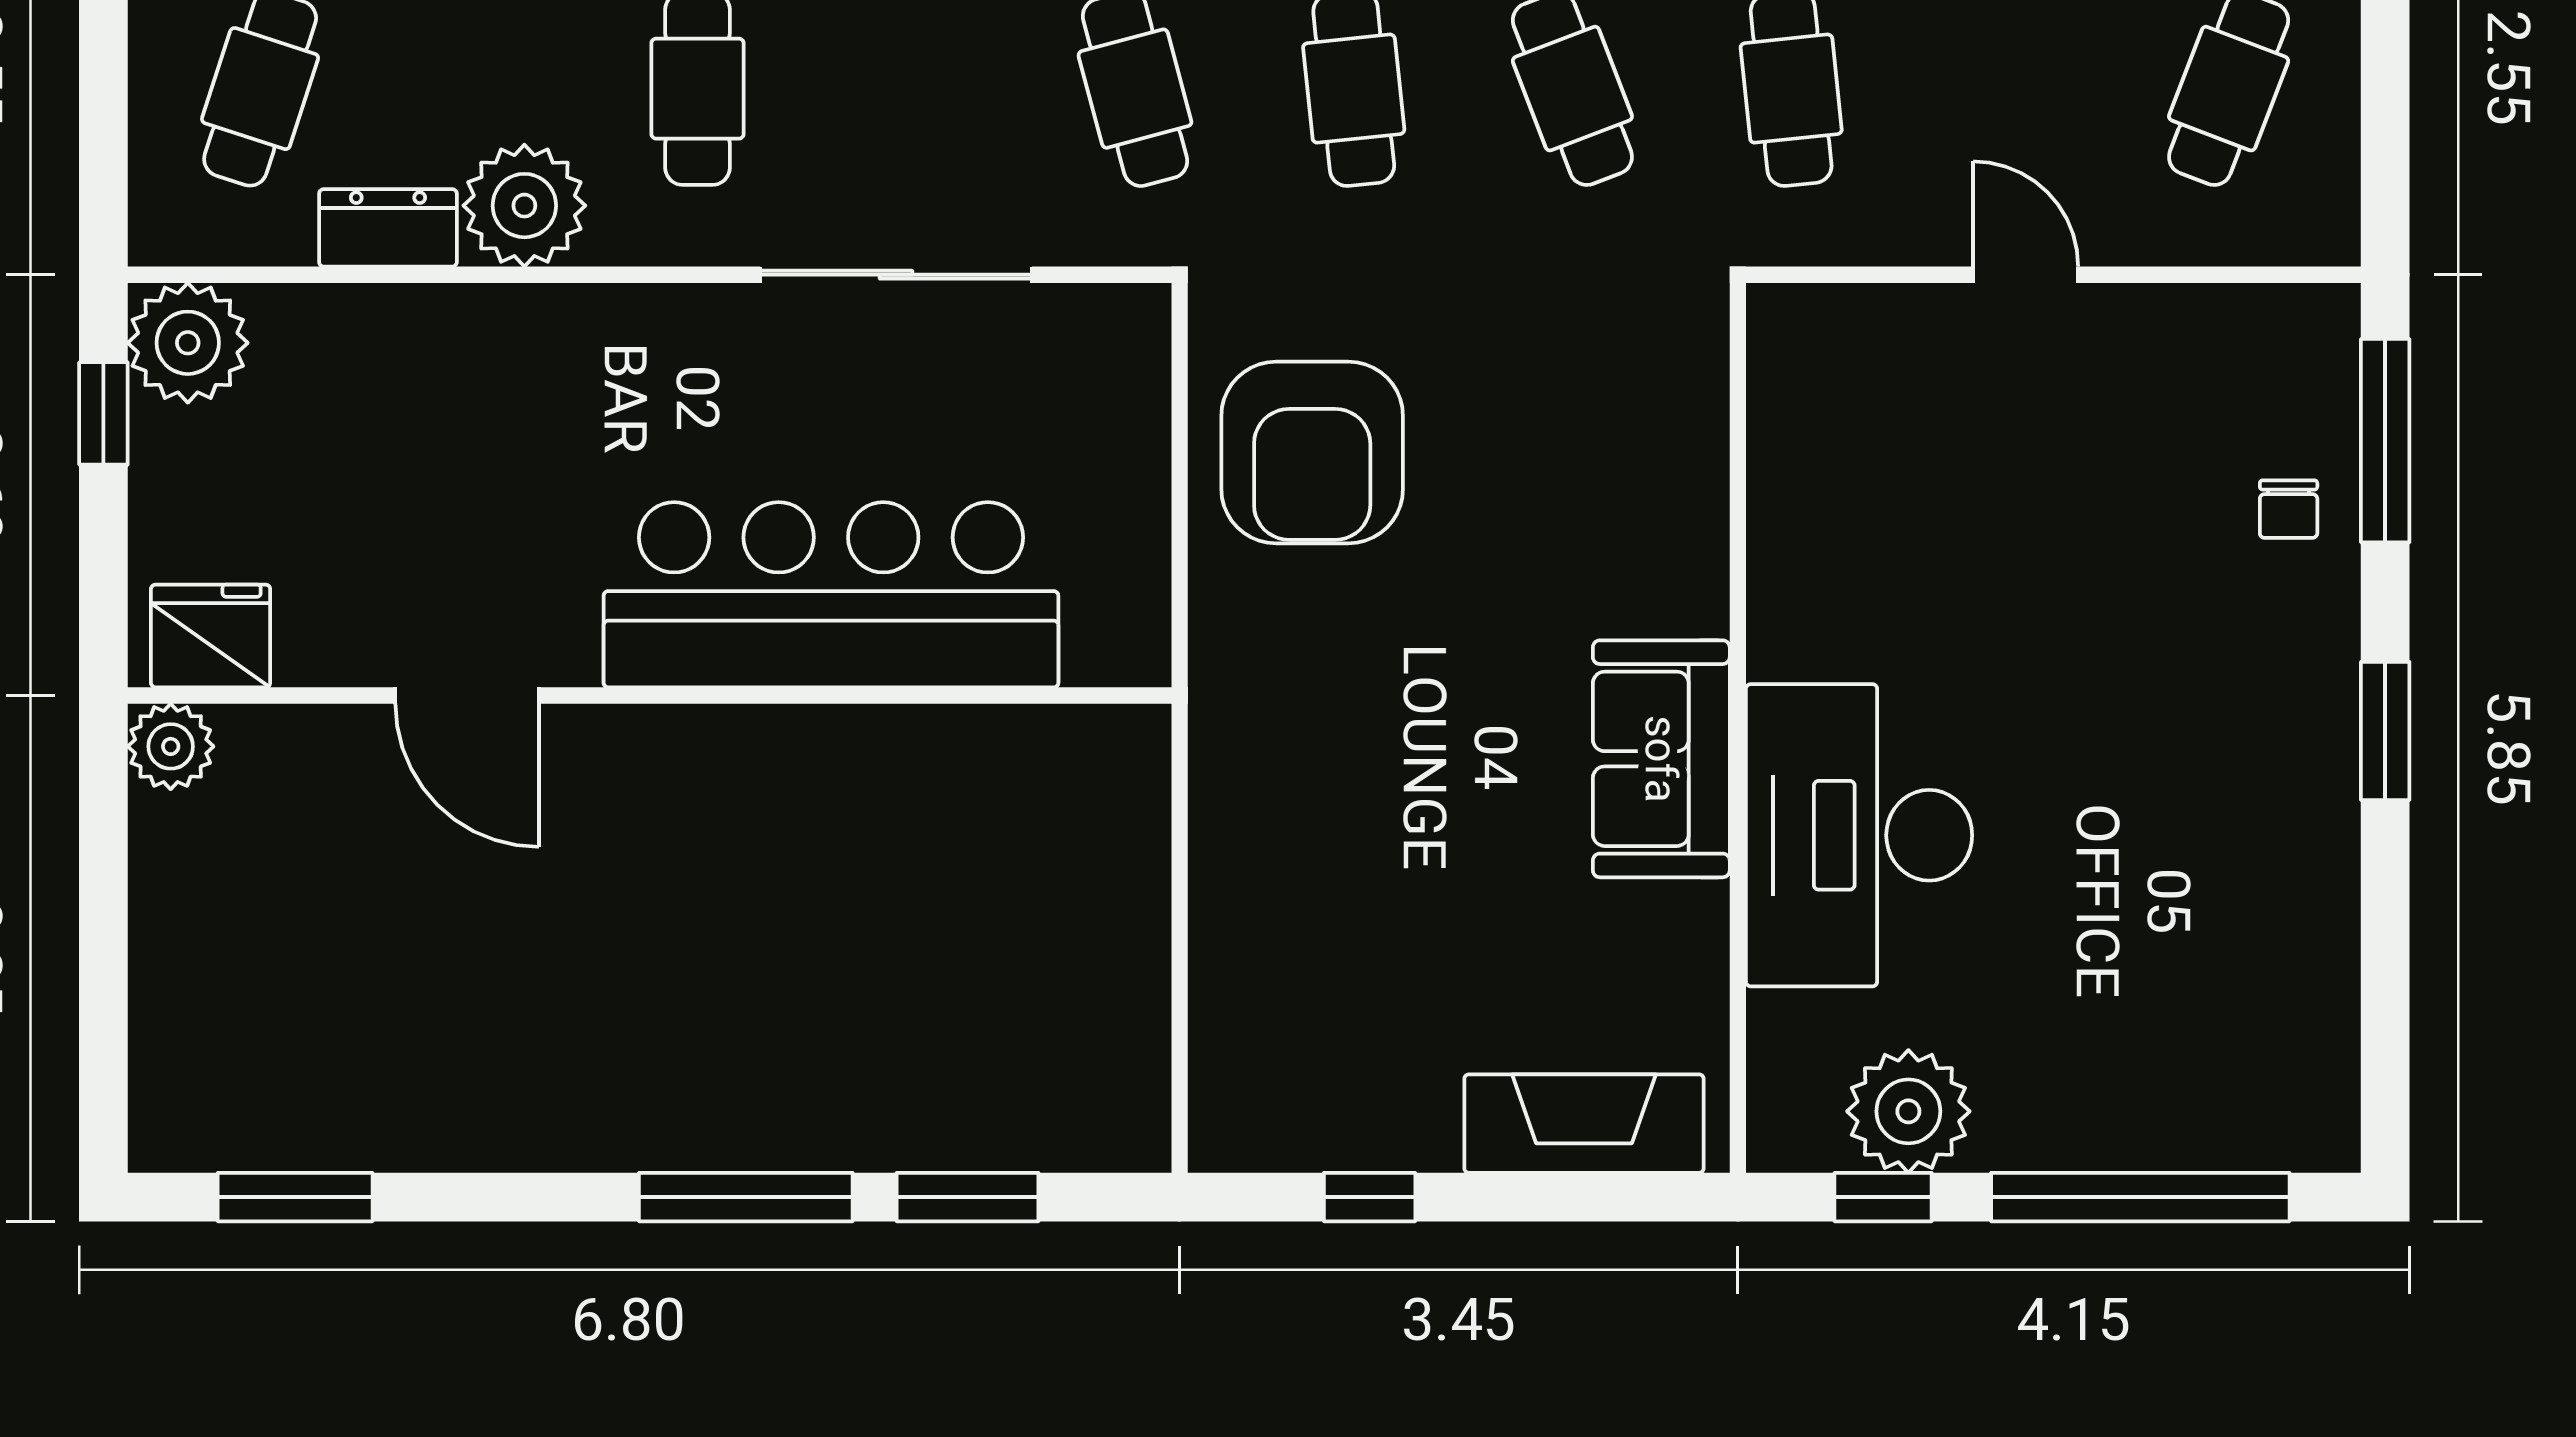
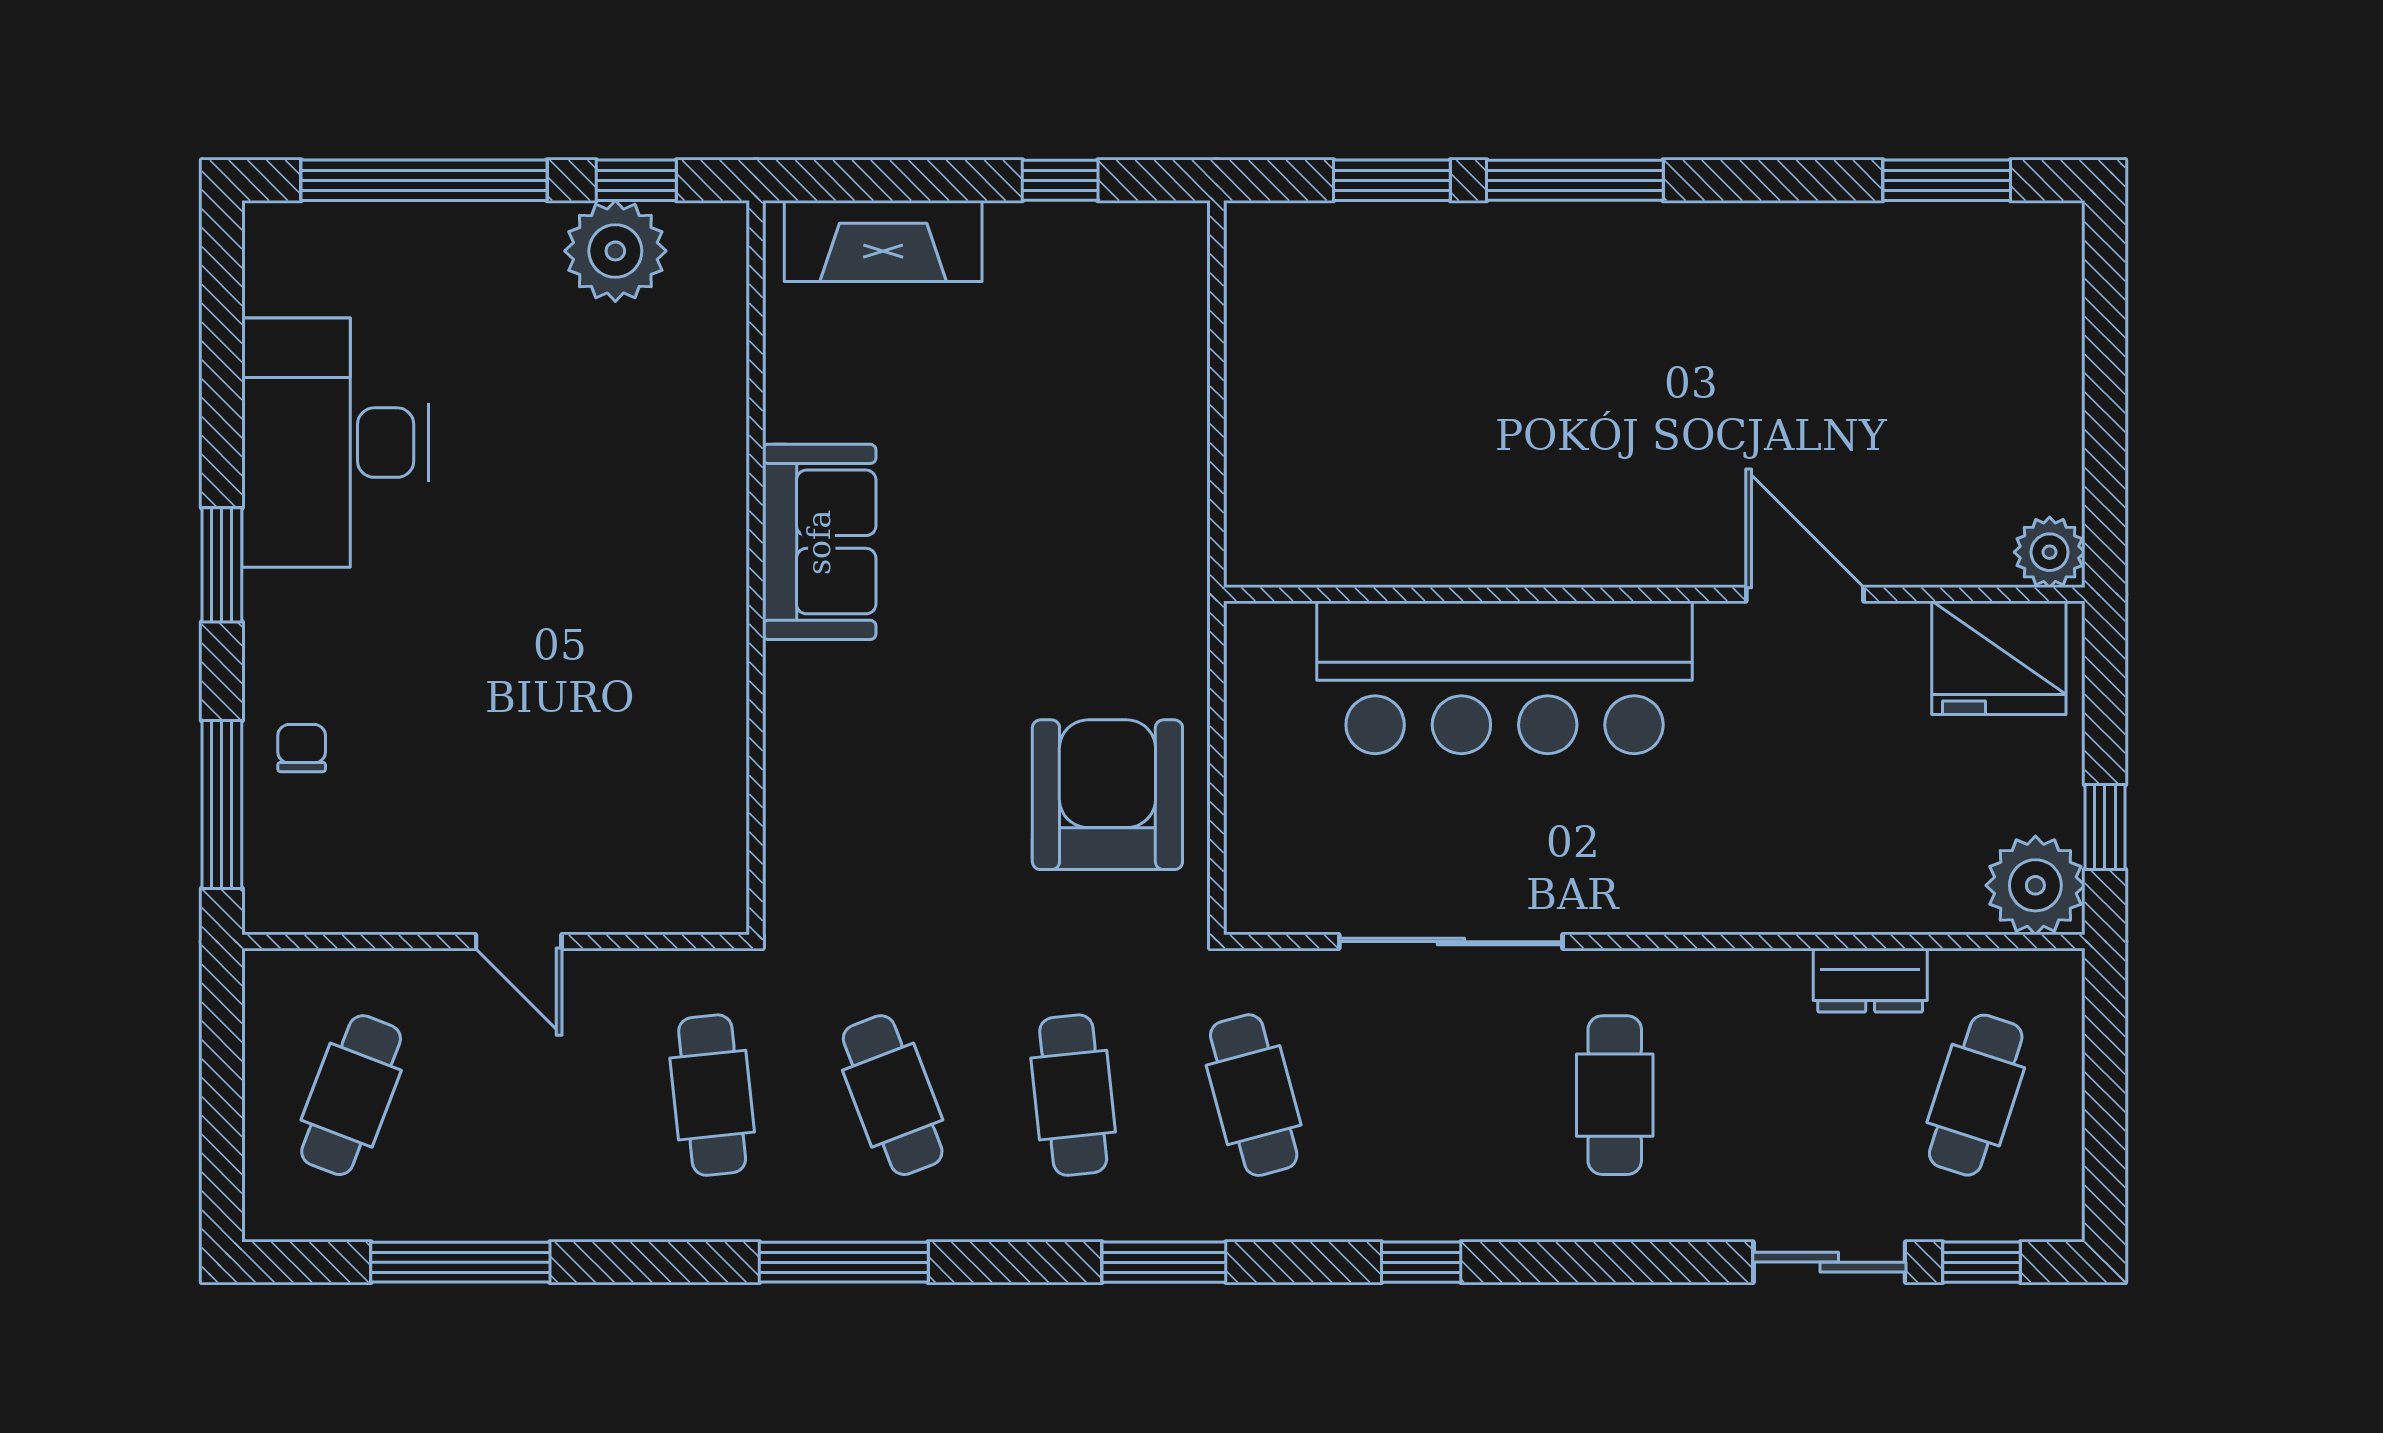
plant: (524, 206) -> (1758, 999), removed
fridge: (211, 636) -> (1999, 658), width x1.36, depth x1.34
desk: (1859, 835) -> (335, 443), moved, turned 180

